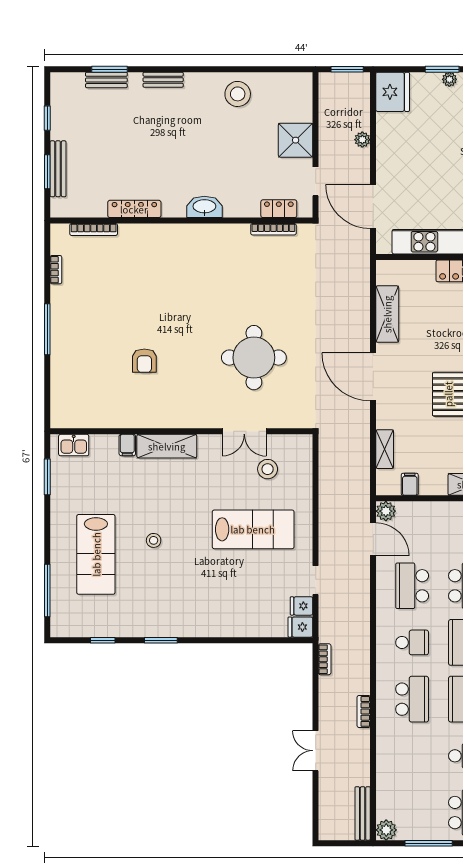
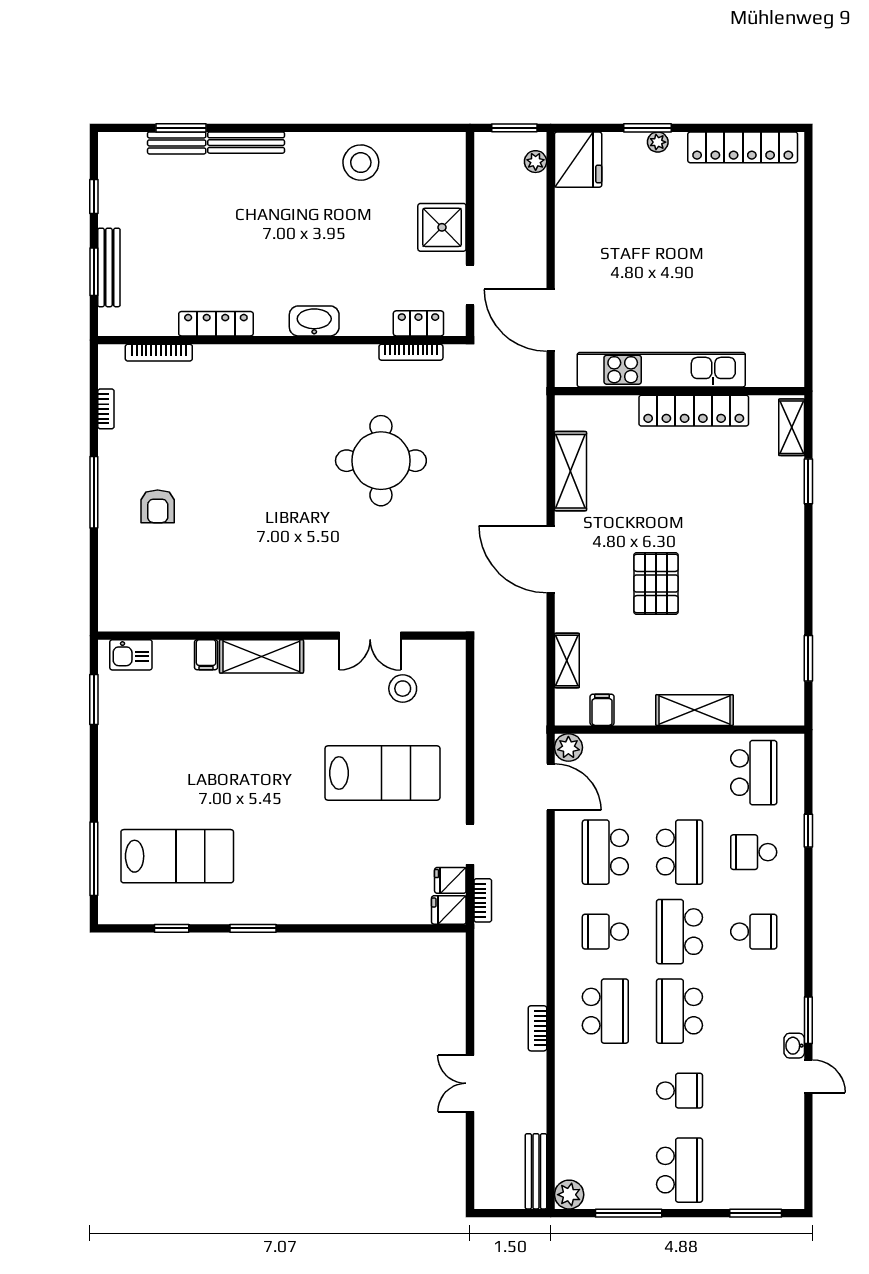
bench: (163, 80) -> (246, 143), width x1.36
plant: (362, 140) -> (536, 162), moved
round table: (254, 358) -> (381, 461), moved
armchair: (144, 361) -> (158, 506), moved
stool: (154, 540) -> (243, 788), removed
lab bench: (96, 554) -> (177, 856), moved, turned -90
school desk: (412, 642) -> (605, 932), turned 180
bookcase: (325, 659) -> (483, 900), moved

